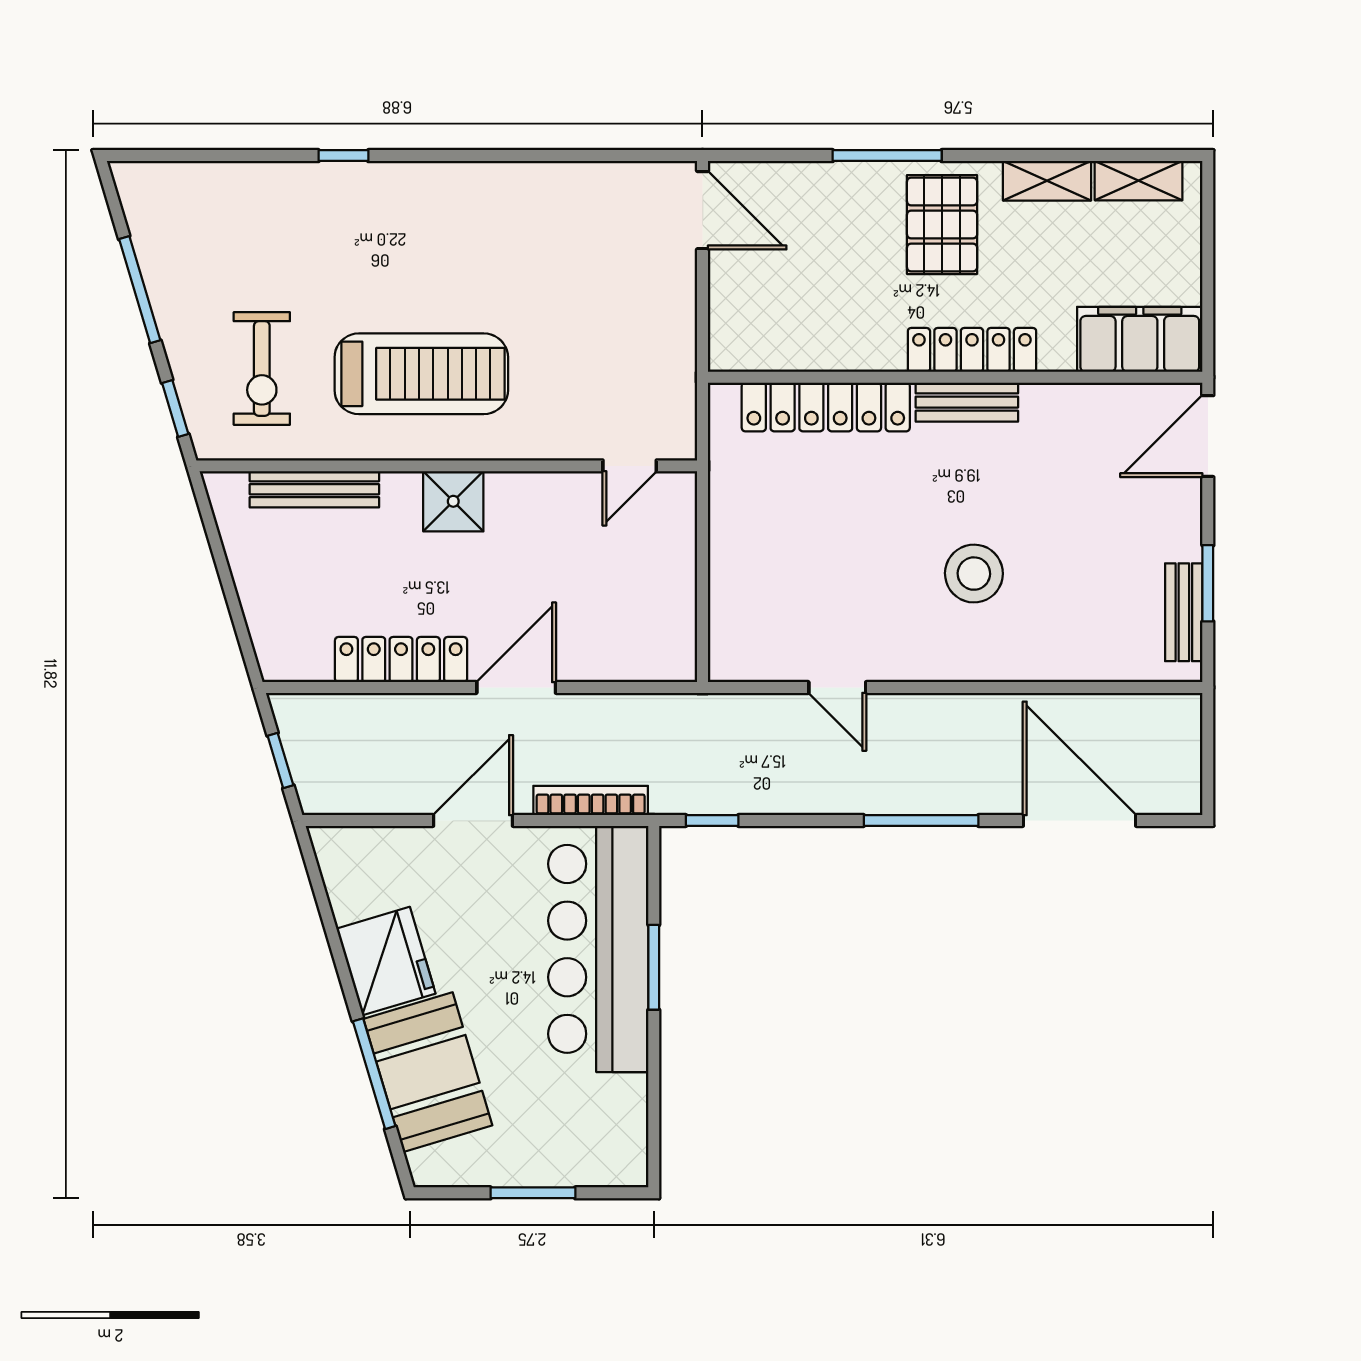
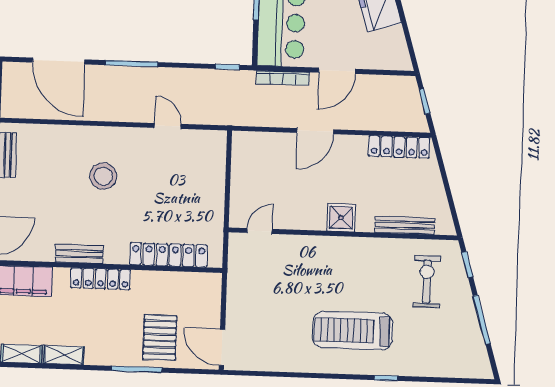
pallet: (942, 225) -> (160, 337), moved
treadmill: (421, 374) -> (353, 331), moved
bench: (967, 402) -> (79, 254), moved
locker: (401, 660) -> (399, 147), moved

